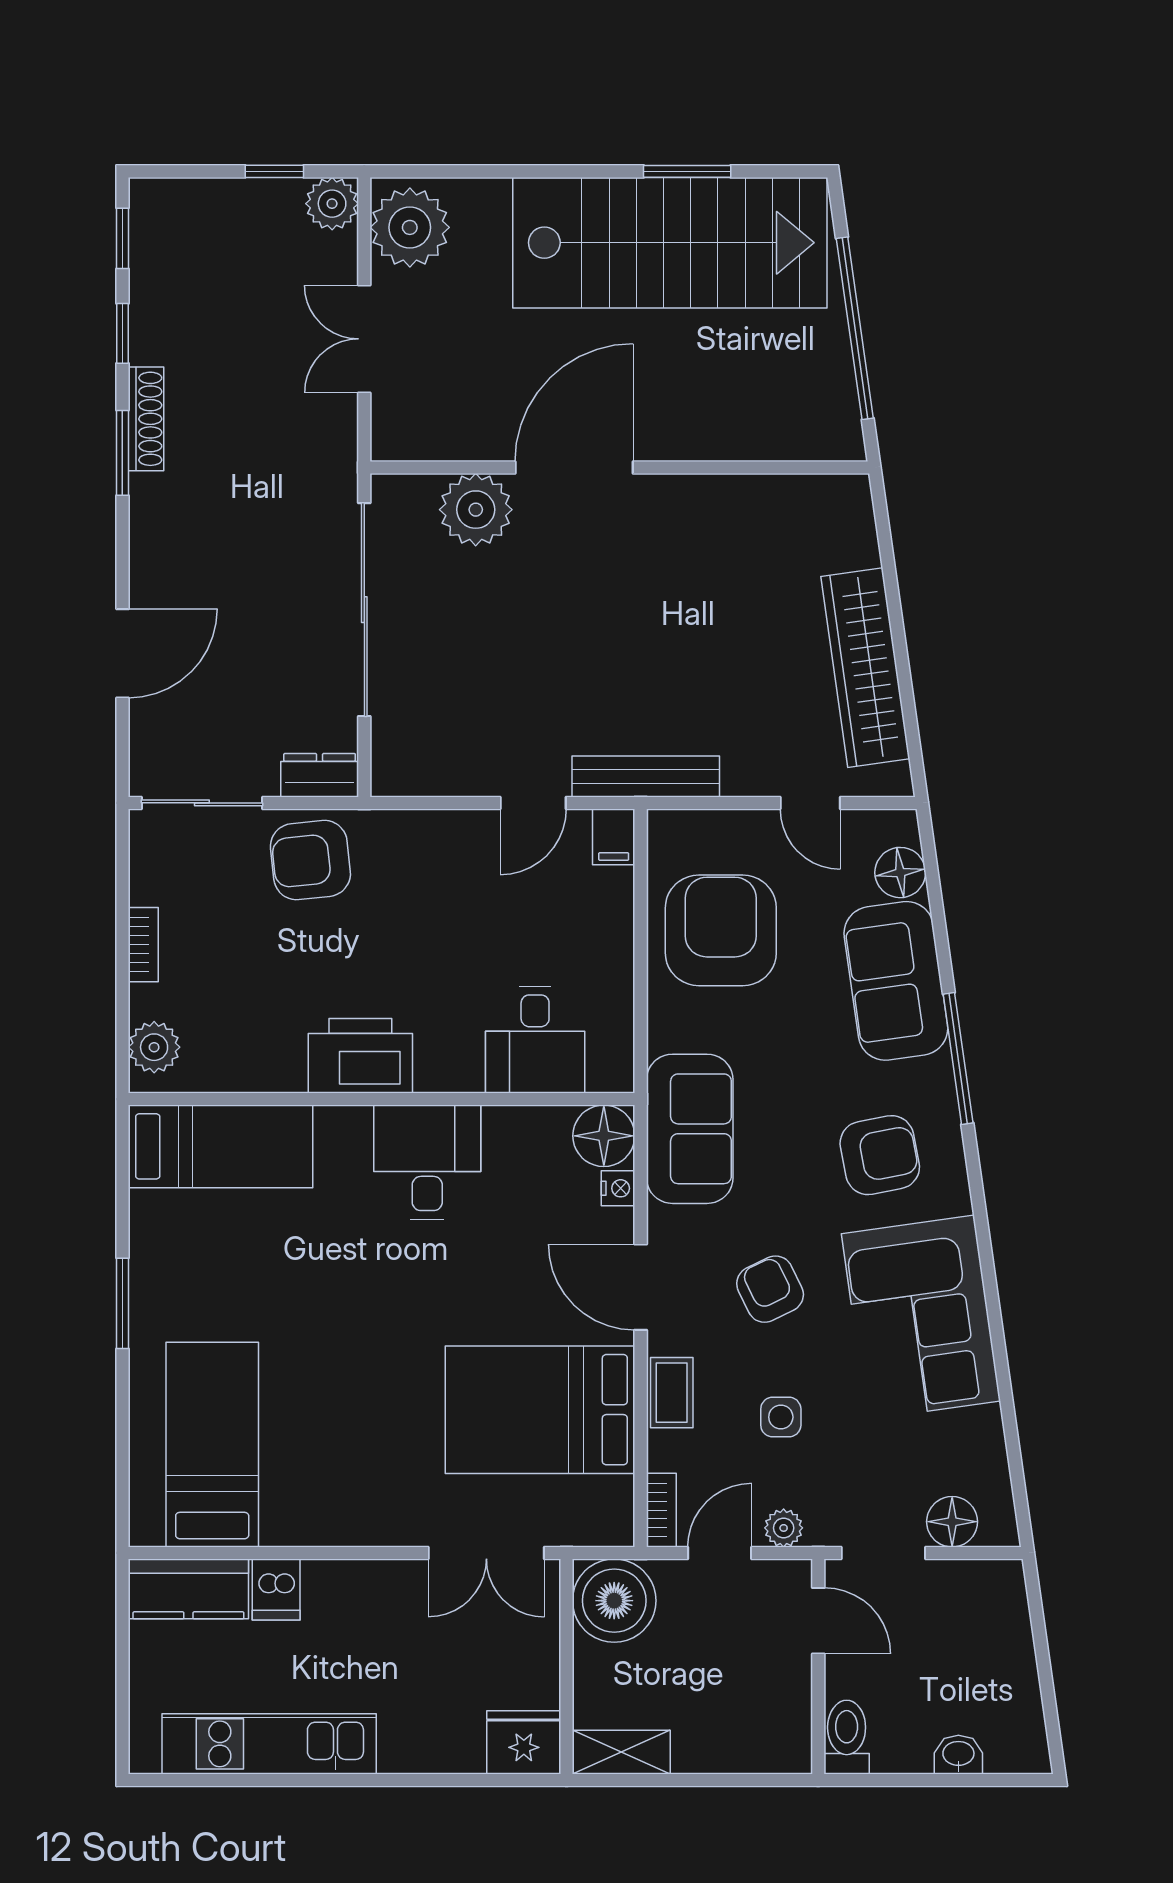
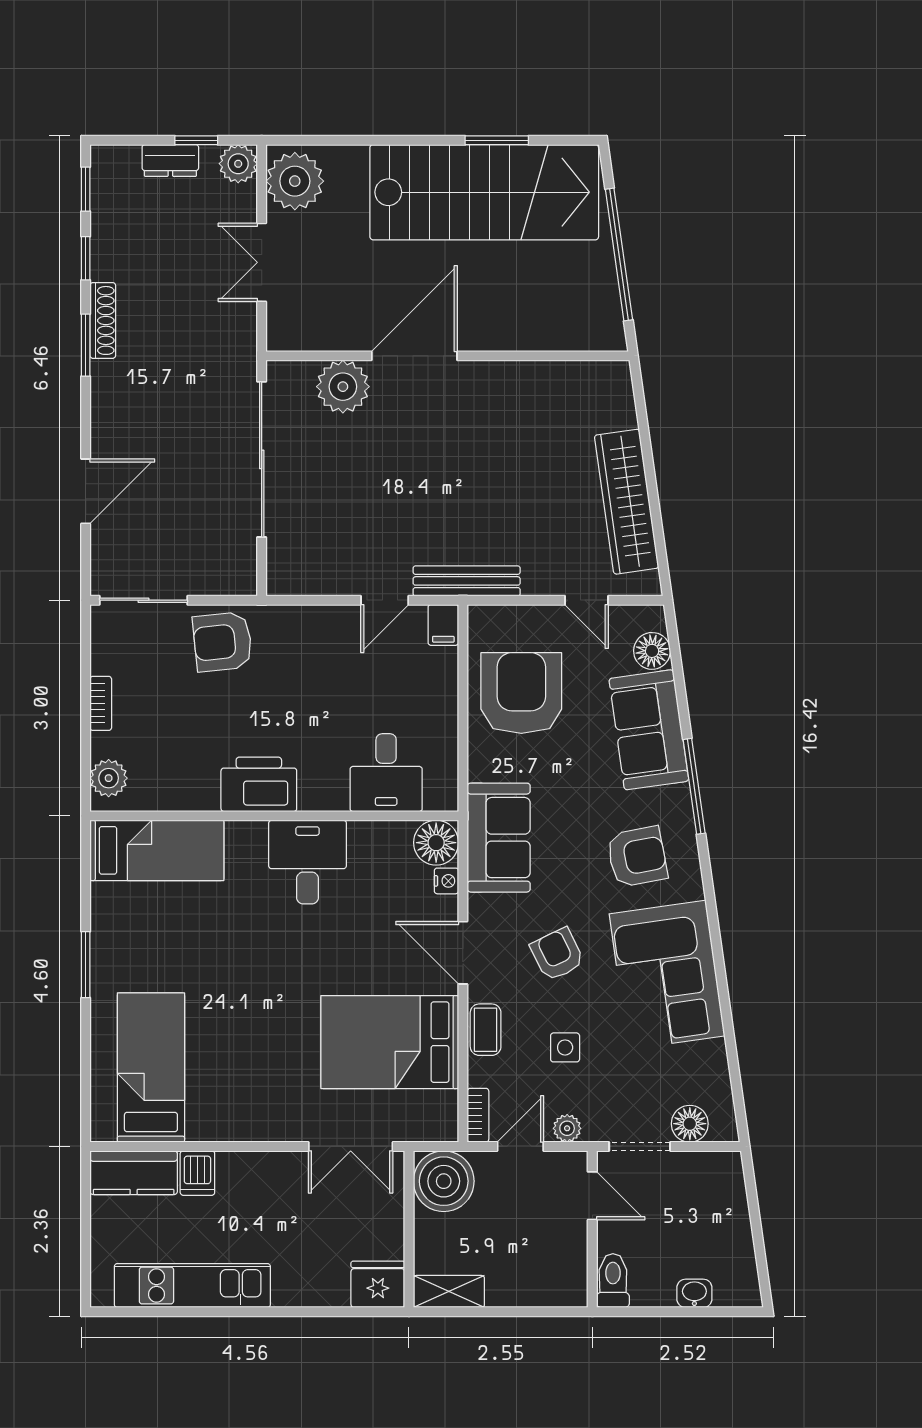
dresser: (320, 775) -> (170, 160), moved, turned 180

